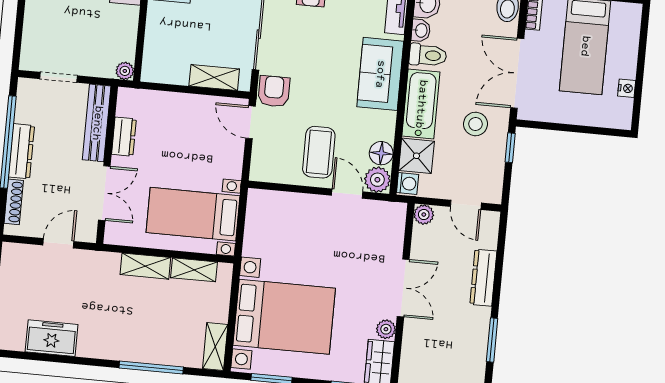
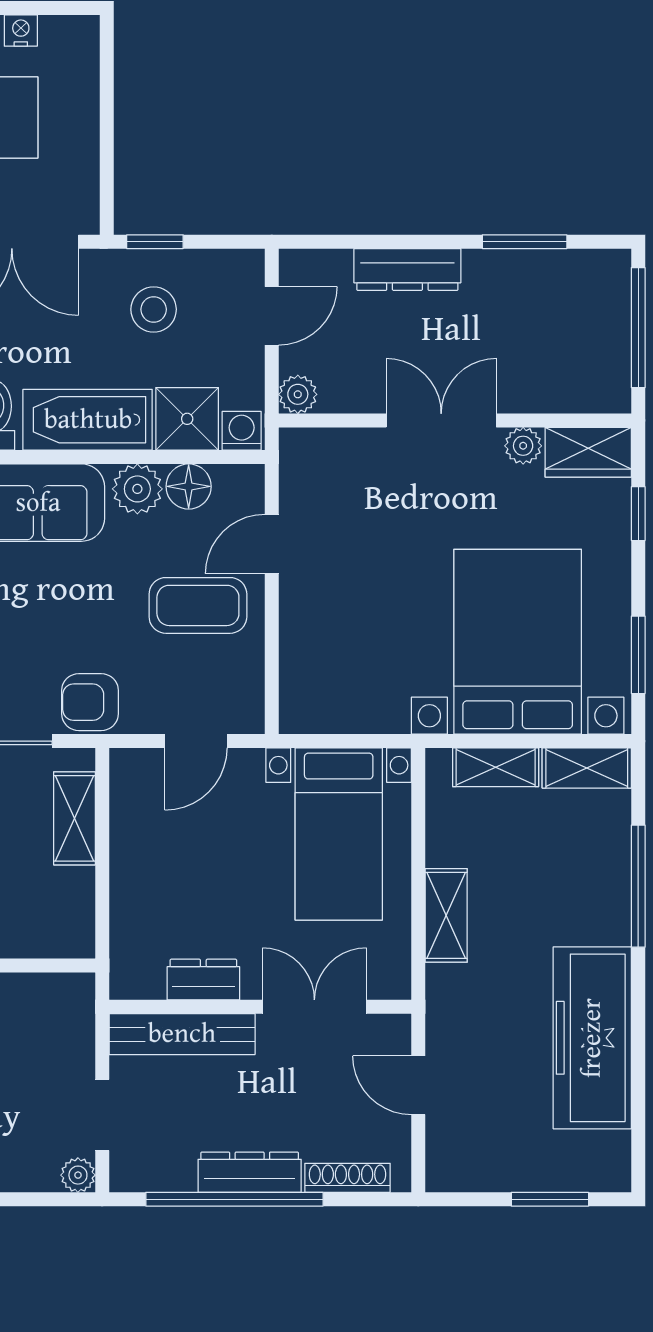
plant: (125, 71) -> (78, 1175), moved
door: (250, 122) -> (196, 741), moved
stool: (475, 124) -> (154, 309), moved
plant: (377, 180) -> (137, 489), moved
shelving: (194, 270) -> (496, 767), moved, turned 90
freezer: (52, 338) -> (592, 1038), width x1.91, depth x1.26

